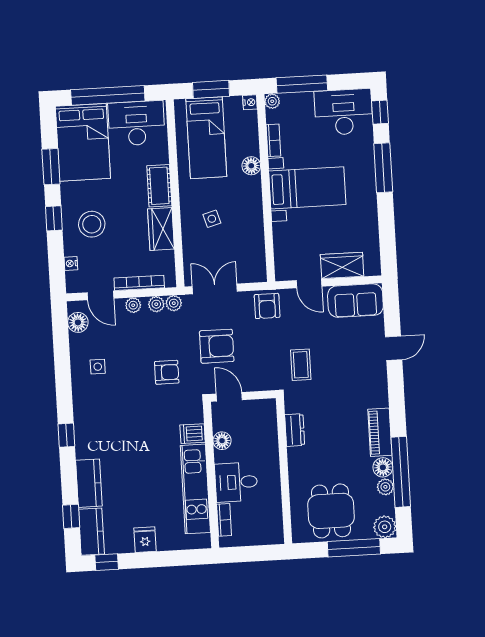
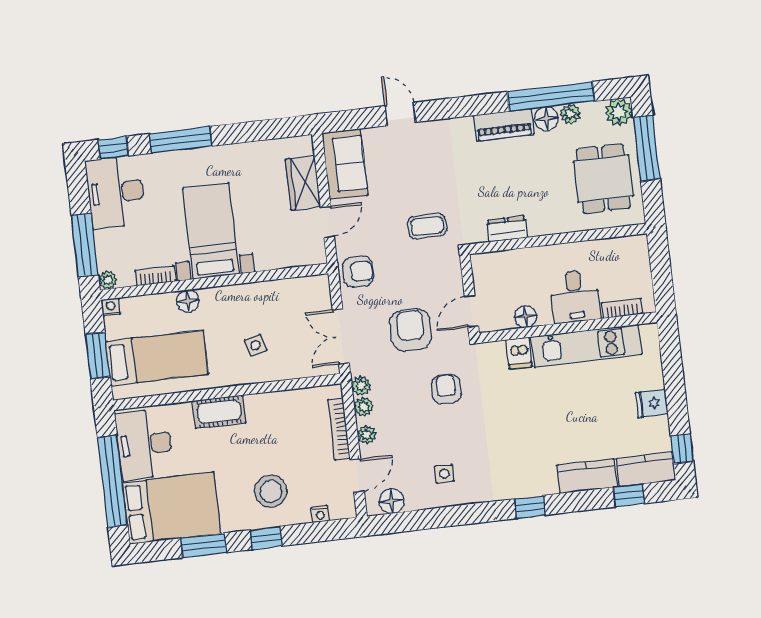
wardrobe: (161, 229) -> (272, 406), removed
dining table: (331, 511) -> (603, 179), turned 90

